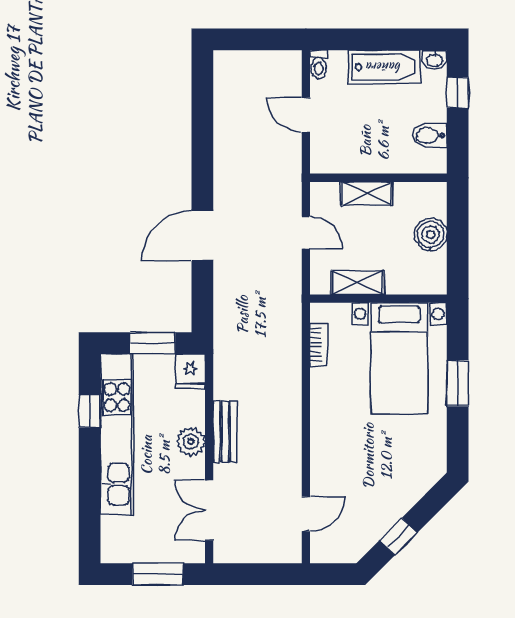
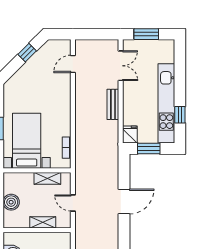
plant: (191, 442) -> (130, 100), removed

